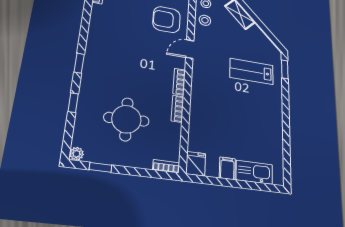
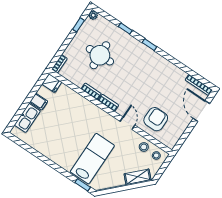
lab bench: (252, 71) -> (92, 159), width x1.36, depth x1.39

